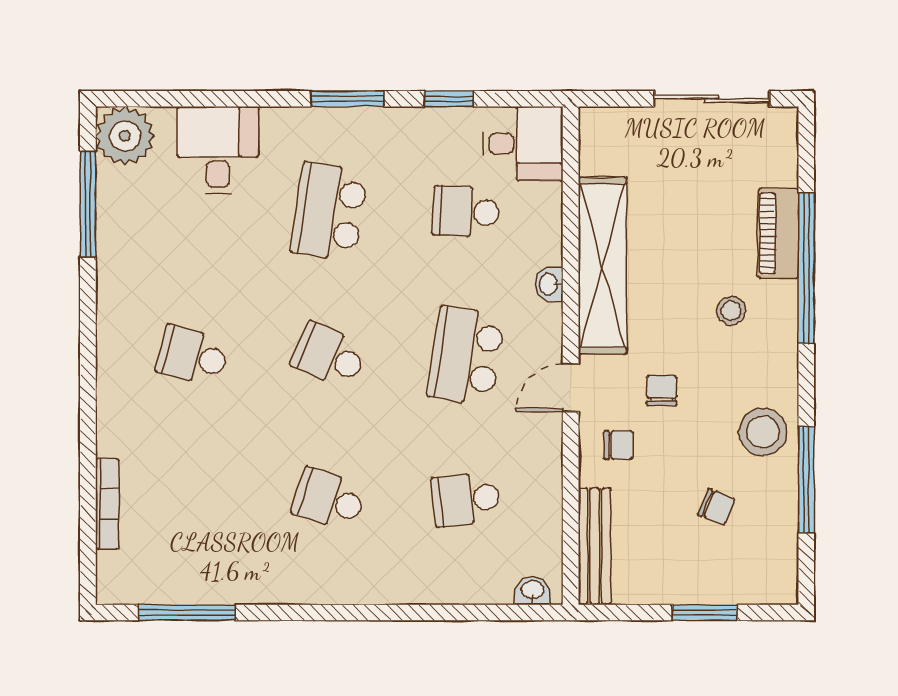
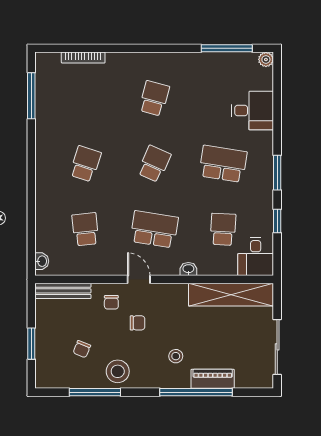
plant: (125, 136) -> (266, 59), width x0.53, depth x0.53
shelving: (602, 266) -> (231, 295), moved

